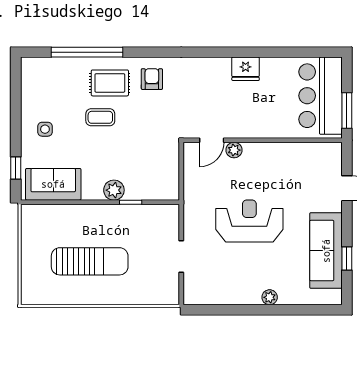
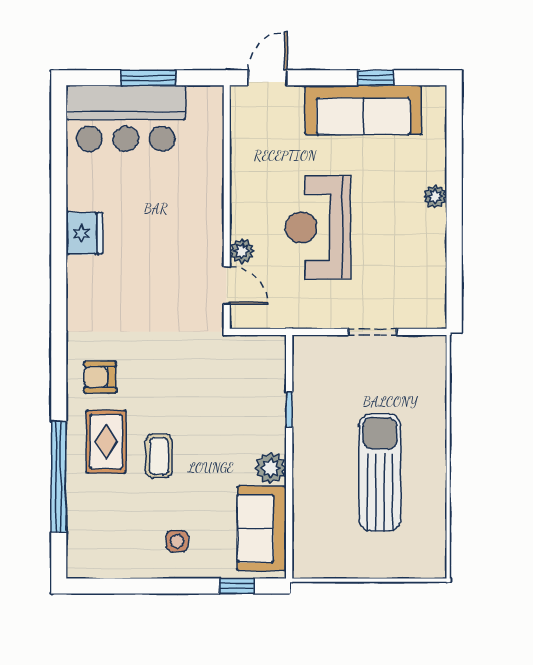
door: (212, 140) -> (227, 285), moved
wall: (263, 140) -> (227, 207), moved
plant: (234, 150) -> (242, 251), moved
plant: (114, 190) -> (271, 468), moved

